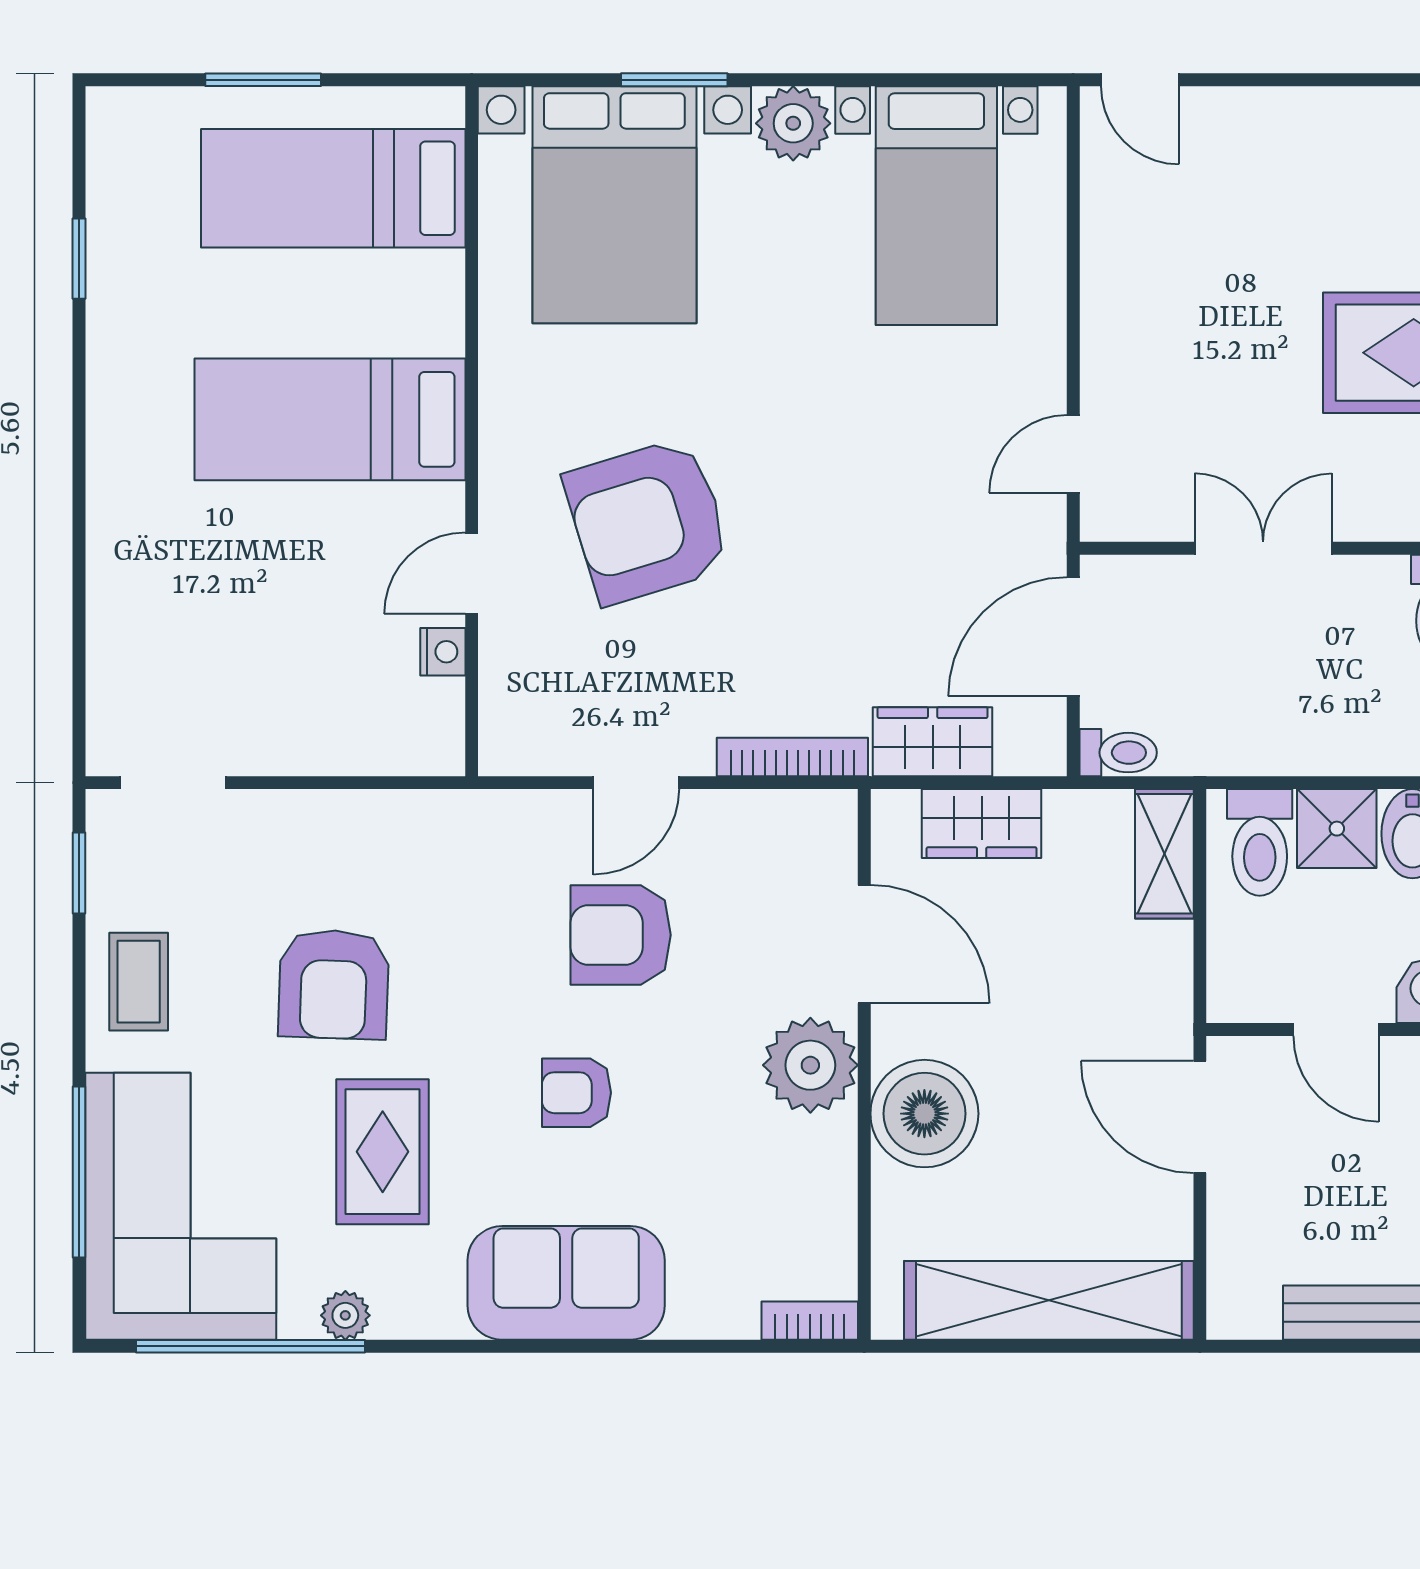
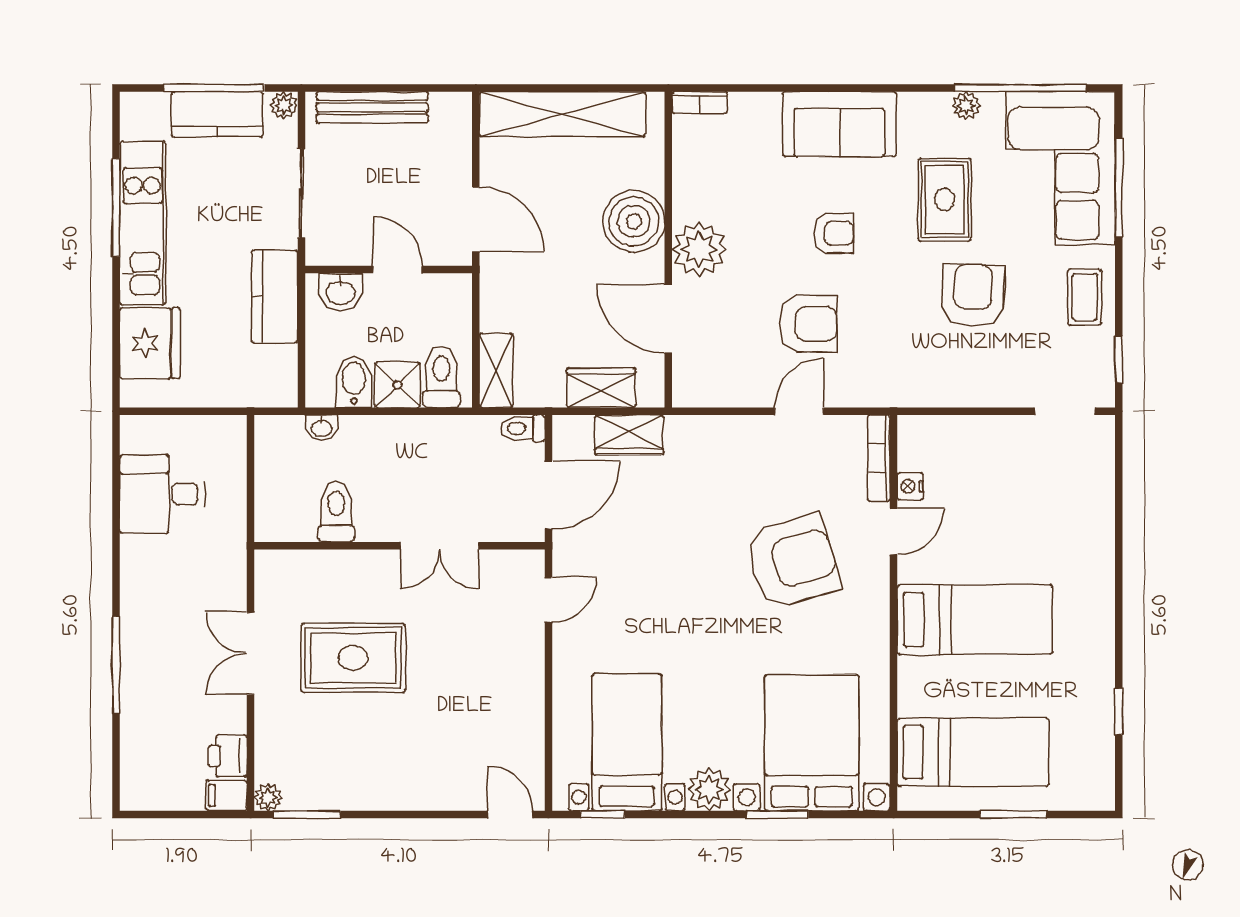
window: (979, 80) -> (602, 815), added
bookcase: (792, 757) -> (879, 458), moved, turned 90

